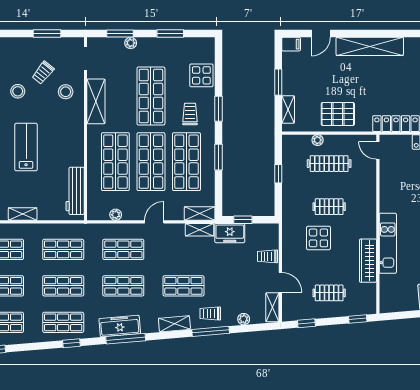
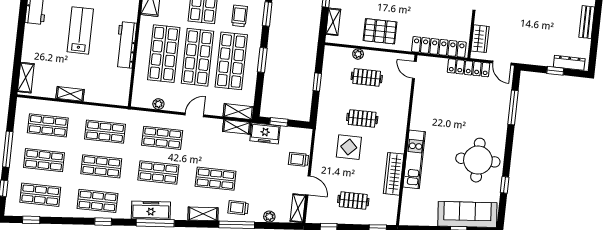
clothes rail: (329, 164) -> (367, 77), width x0.73
workbench: (75, 191) -> (126, 45), moved

